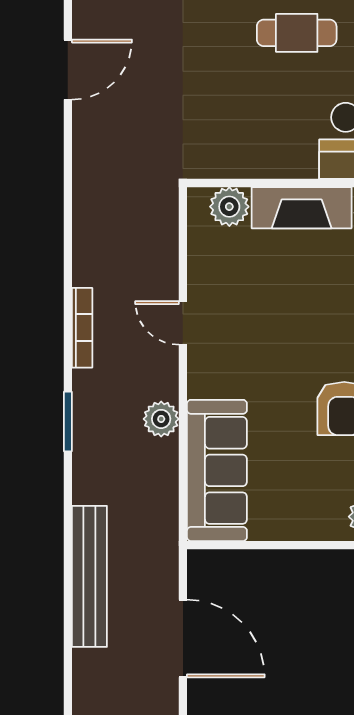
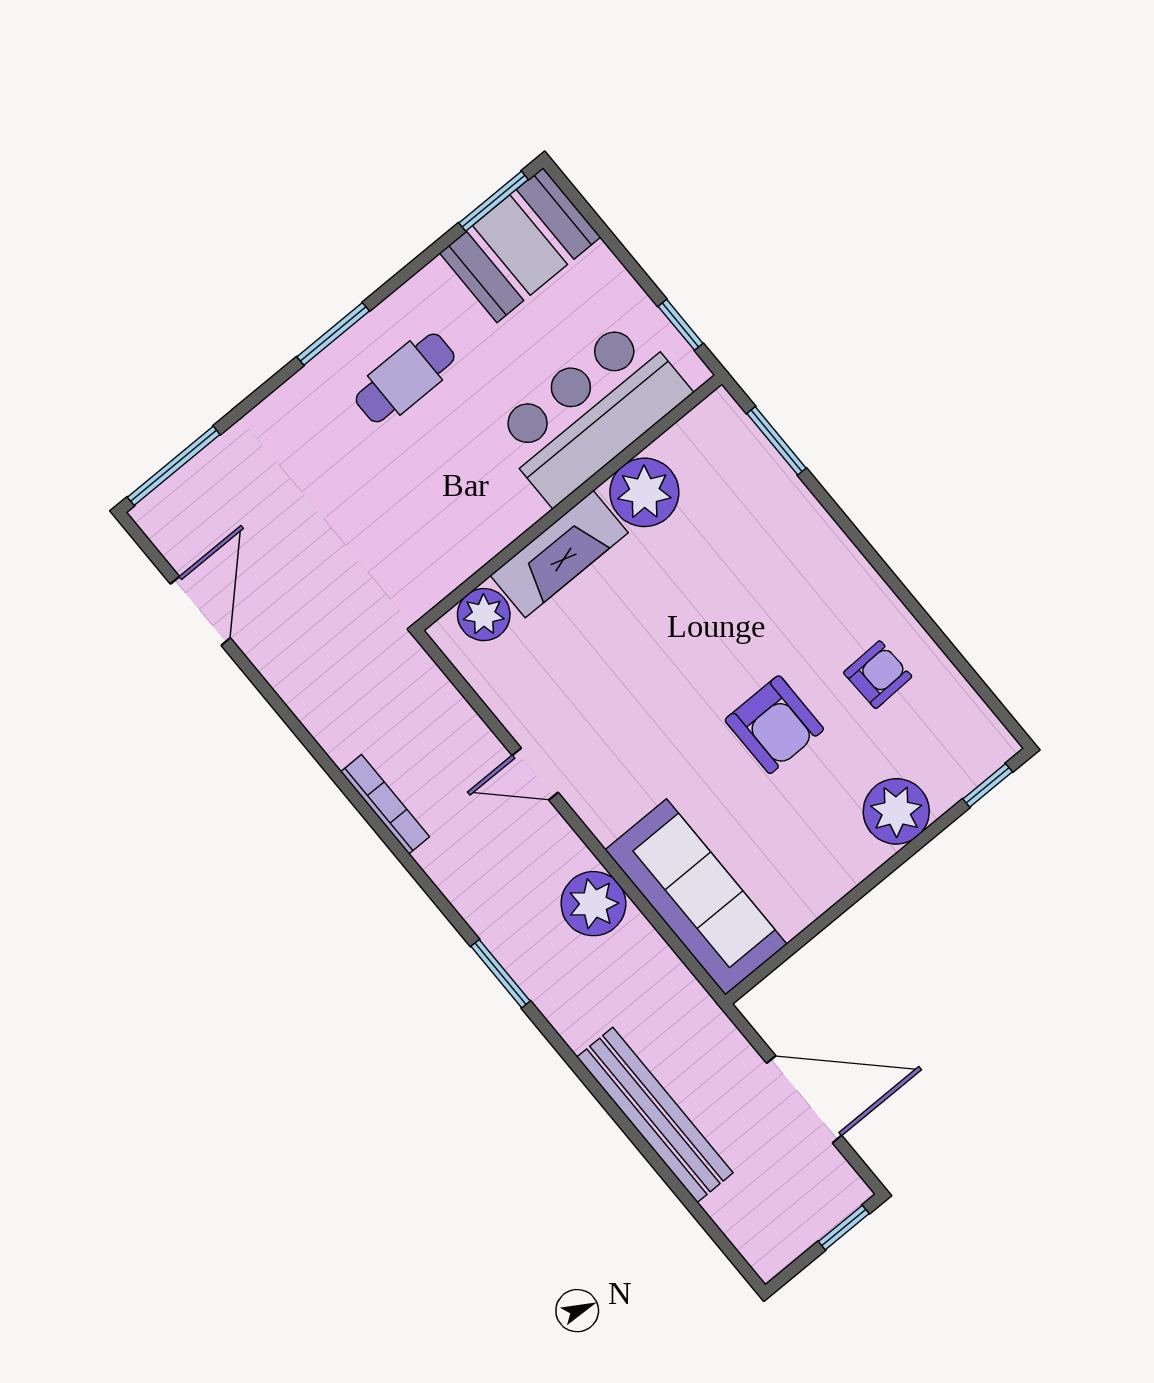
bookcase: (82, 328) -> (385, 804), moved
plant: (161, 419) -> (593, 904), width x1.36, depth x1.36

